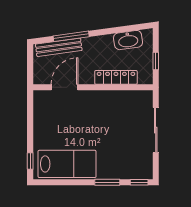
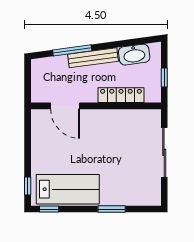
bench: (59, 47) -> (93, 58), moved
door: (65, 87) -> (65, 106), swing flipped
window: (139, 182) -> (49, 209), moved

